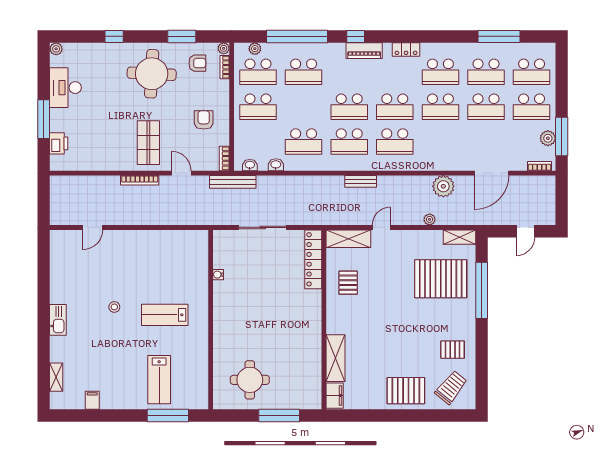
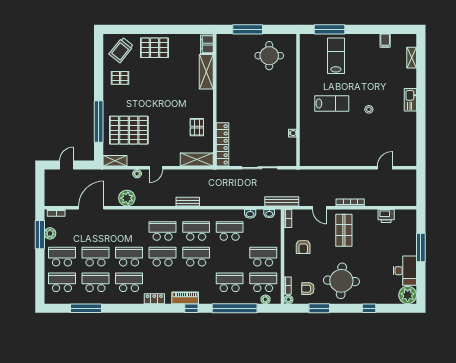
plant: (56, 49) -> (408, 295), width x1.88, depth x1.88
printer: (59, 143) -> (386, 216), moved, turned -90
door: (382, 227) -> (156, 168), moved

